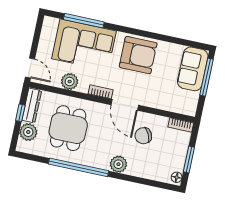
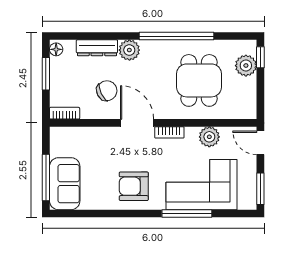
window: (84, 21) -> (187, 213), moved
window: (38, 32) -> (260, 189), added
armchair: (138, 55) -> (134, 186), width x0.73, depth x0.73
dresser: (32, 105) -> (97, 48), moved, turned -90
window: (20, 113) -> (260, 57), moved

